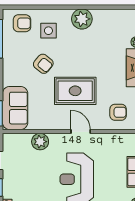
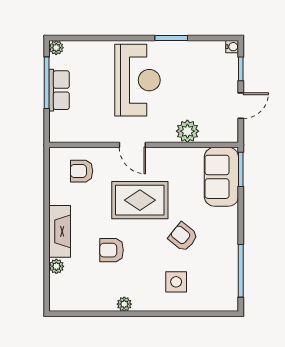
plant: (82, 19) -> (124, 304), width x0.53, depth x0.53
armchair: (22, 23) -> (112, 250), moved

